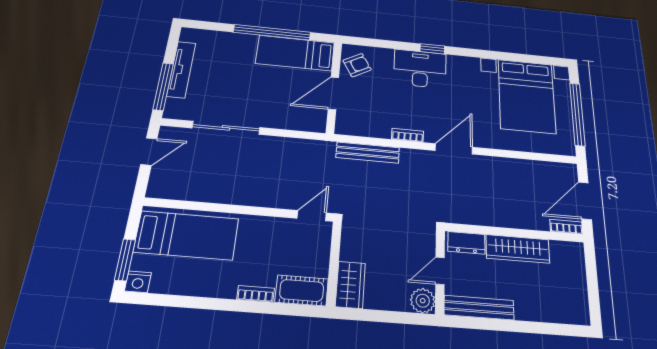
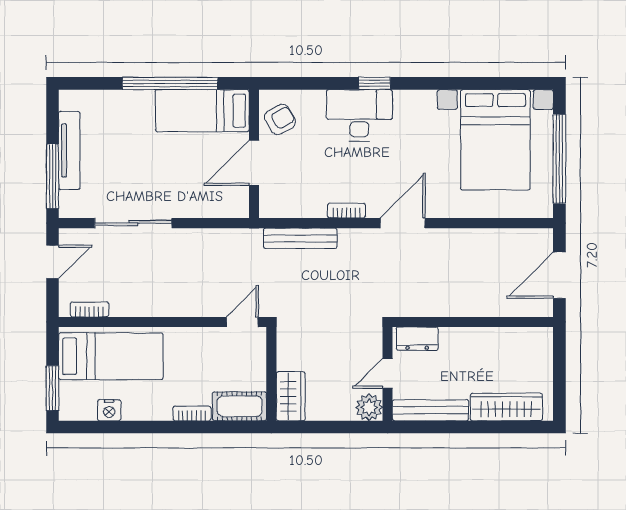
bookcase: (566, 227) -> (89, 309), moved
wardrobe: (518, 249) -> (506, 407), moved, turned 180
nightstand: (138, 282) -> (109, 410), moved

